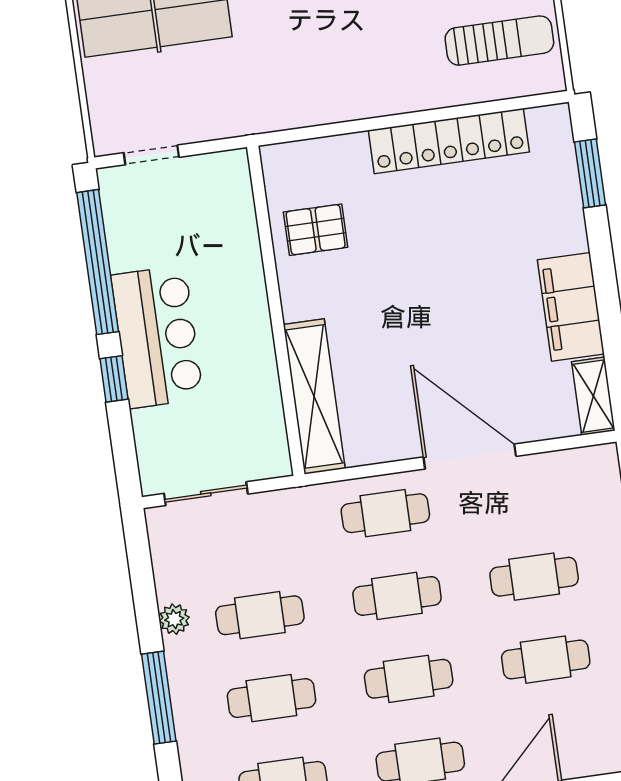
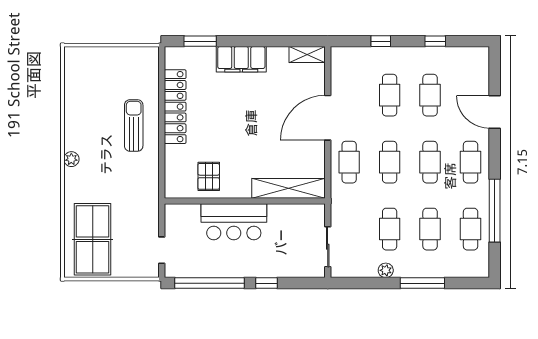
sun lounger: (499, 41) -> (134, 125), moved
filing cabinet: (571, 307) -> (241, 59), moved
bar counter: (157, 337) -> (234, 222), moved, turned 180

